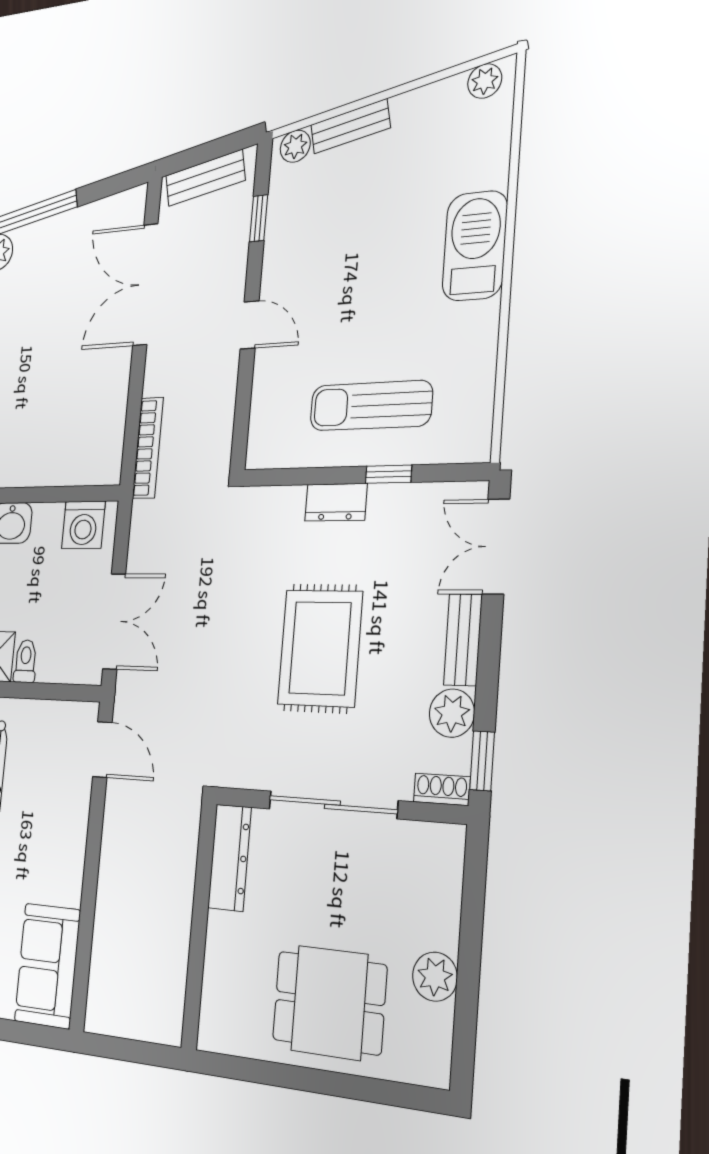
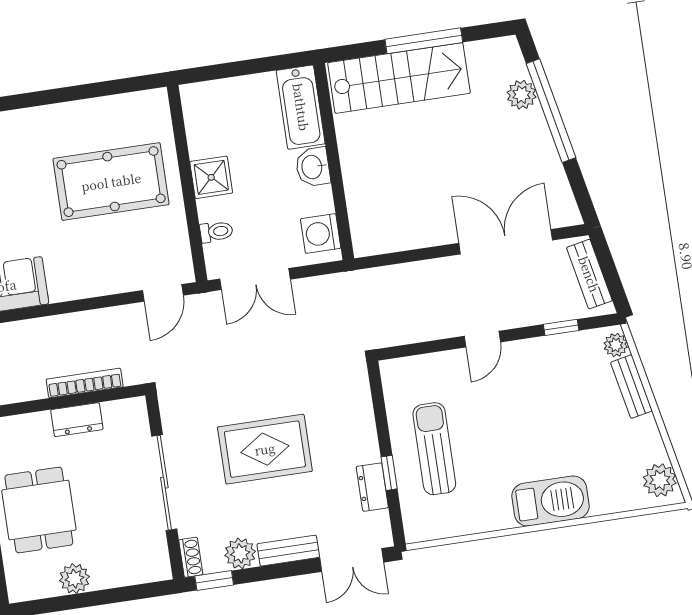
plant: (485, 81) -> (660, 480), width x1.38, depth x1.38
bookcase: (148, 448) -> (85, 383), moved, turned 180
dresser: (336, 502) -> (372, 487), moved
double door: (496, 547) -> (352, 560), swing flipped
toilet: (25, 661) -> (216, 232), moved
dresser: (230, 858) -> (77, 420), moved, width x0.70

